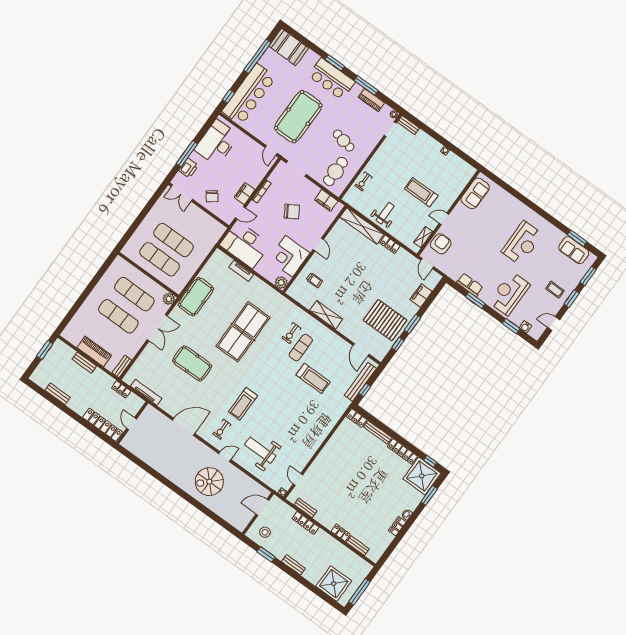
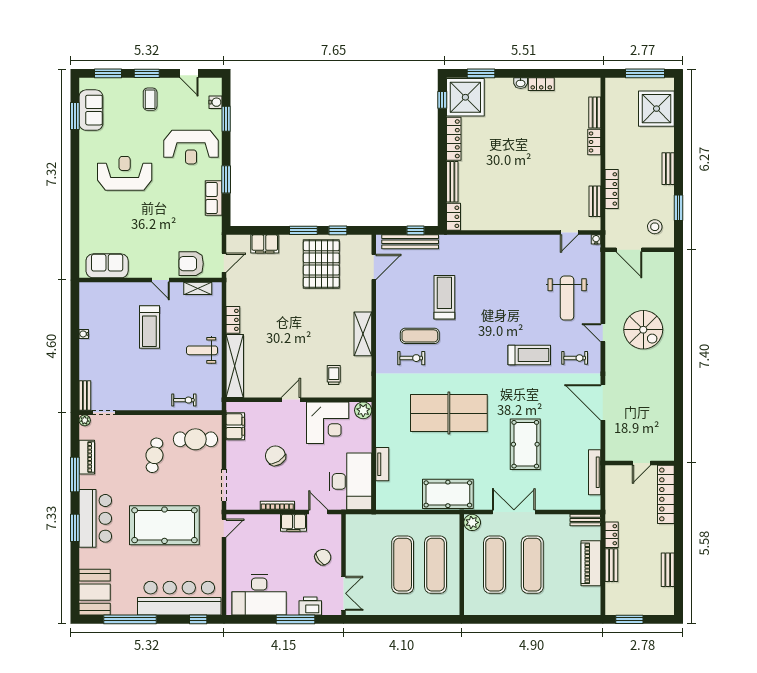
locker: (121, 389) -> (612, 535), moved

